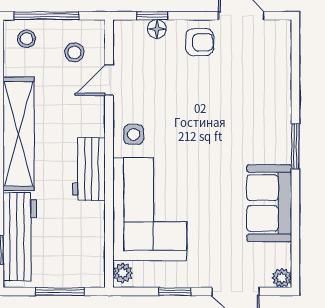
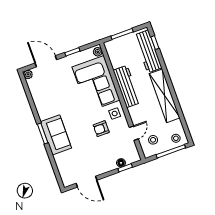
armchair: (200, 42) -> (101, 129), moved
workbench: (89, 169) -> (127, 86), width x1.38
sofa: (269, 203) -> (56, 135), moved

